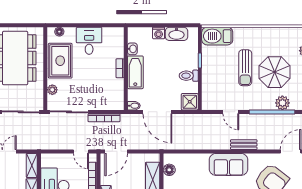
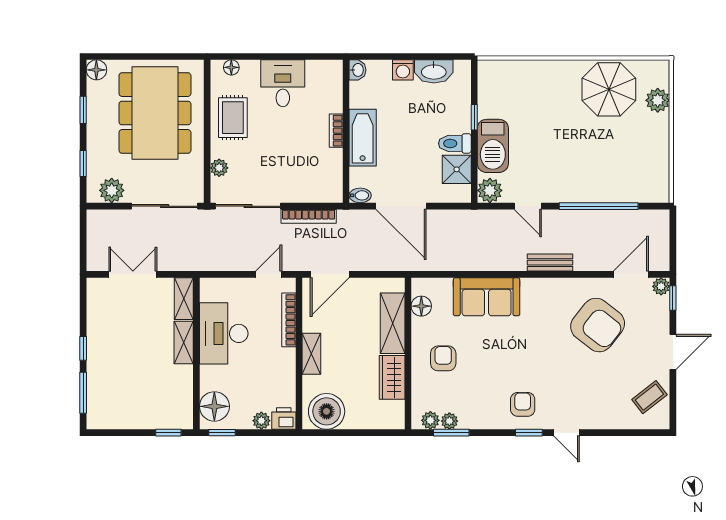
barbecue: (217, 36) -> (493, 146), moved, turned -90
washbasin: (132, 49) -> (357, 70), moved
rug: (60, 61) -> (233, 118), width x0.73, depth x0.70
sun lounger: (245, 68) -> (552, 130), removed
parasol: (275, 72) -> (609, 89), moved
shower: (190, 102) -> (457, 169), moved
plant: (282, 103) -> (490, 190), moved
door: (81, 151) -> (269, 274), swing flipped
sofa: (228, 164) -> (487, 297), moved

